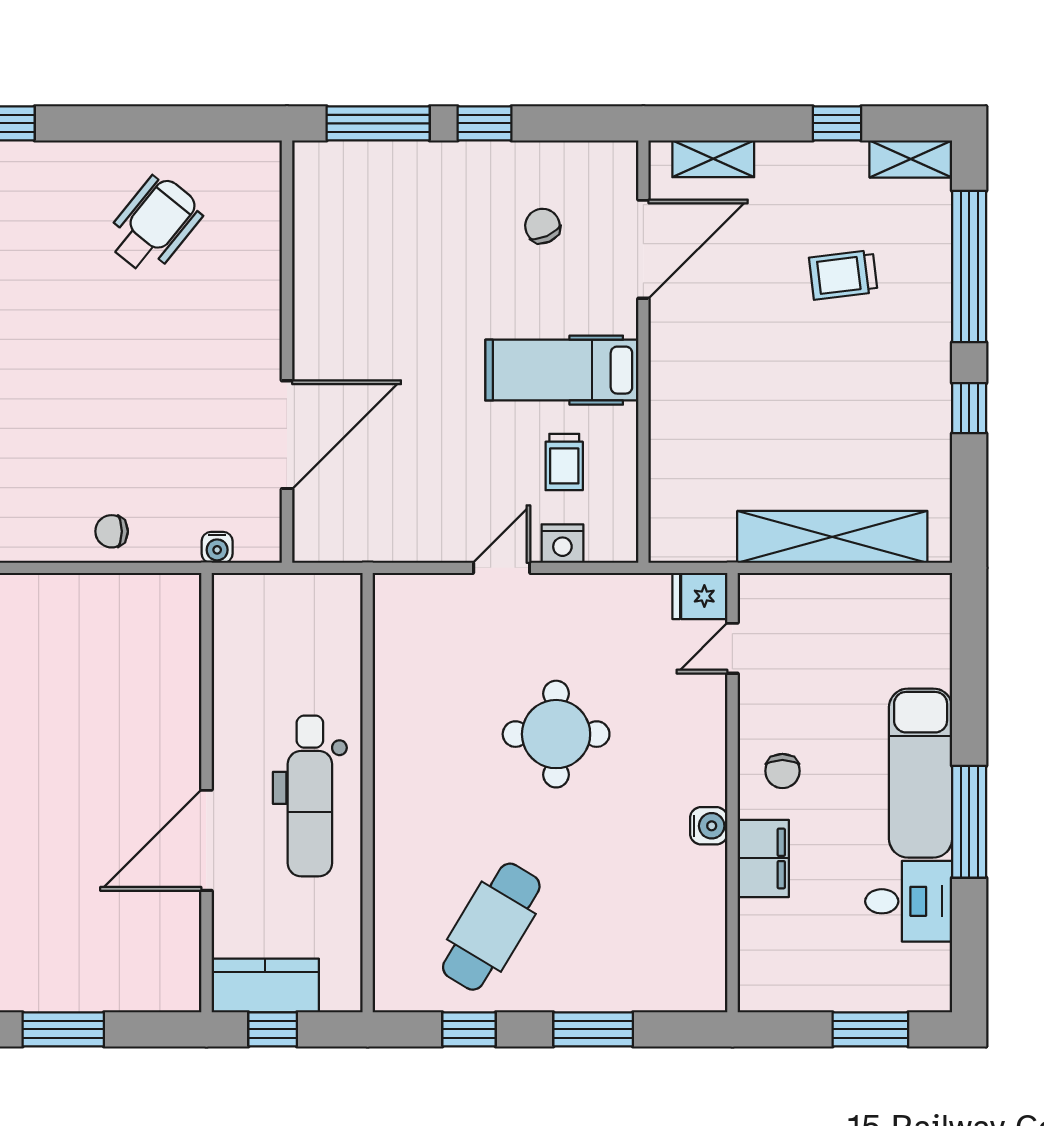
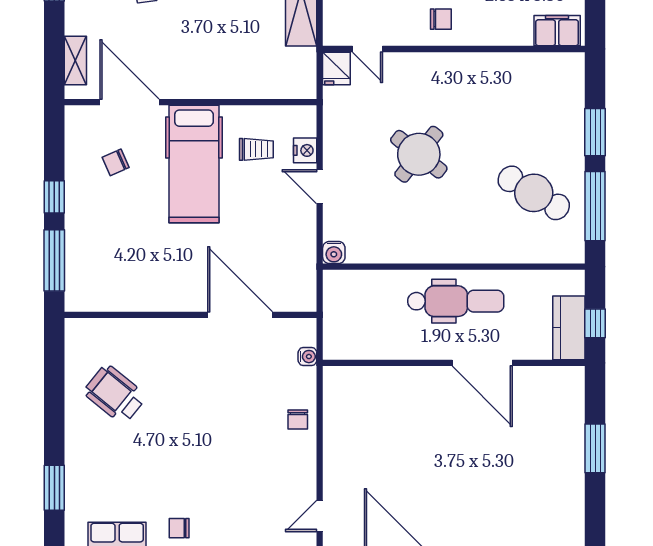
hospital bed: (562, 370) -> (194, 164), width x1.37, depth x1.29
round table: (556, 734) -> (419, 154), turned 38
water cooler: (709, 826) -> (334, 253), moved, turned 180
filing cabinet: (763, 858) -> (557, 31), moved
window: (469, 1029) -> (595, 206), width x2.17

